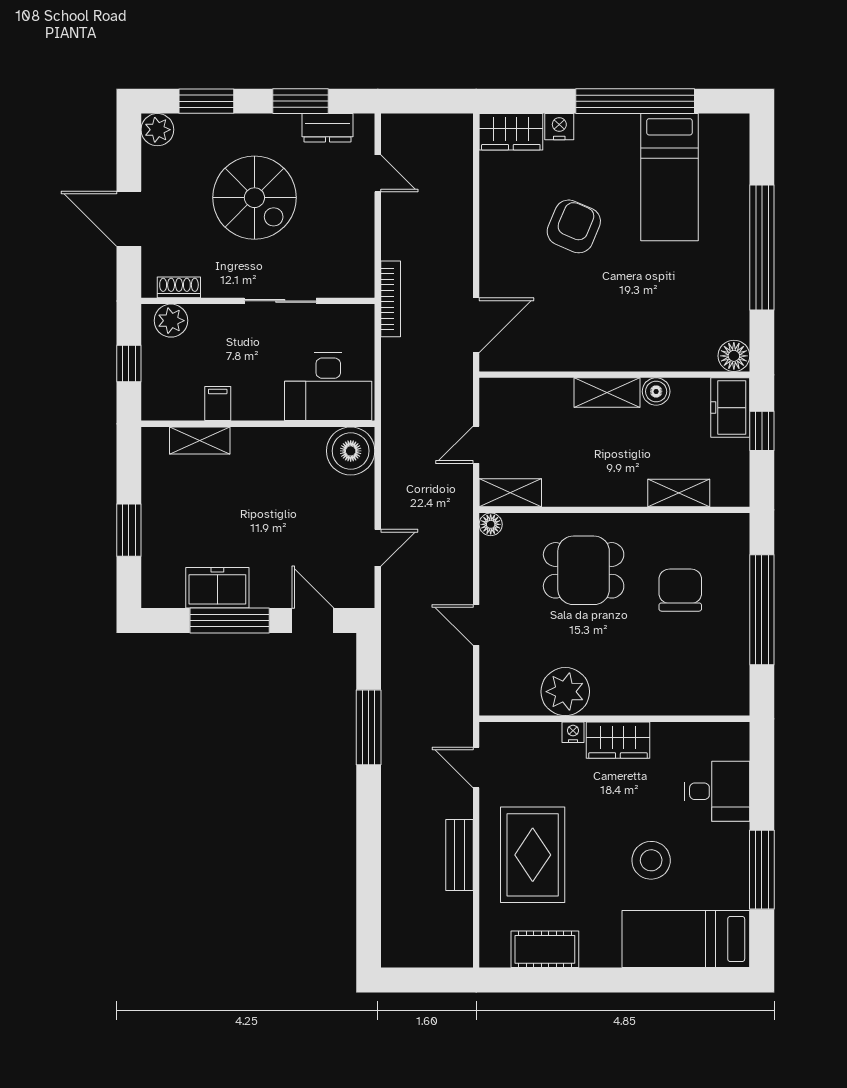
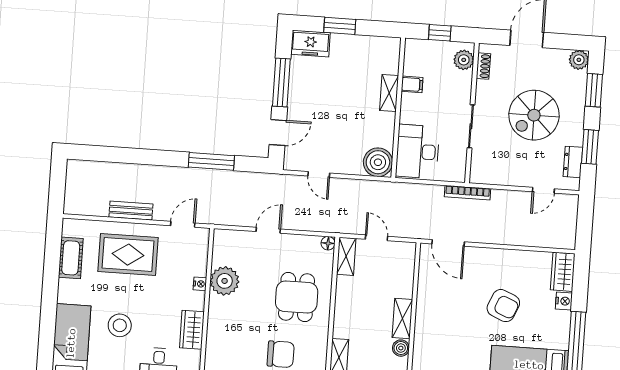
shelving: (200, 440) -> (389, 93), moved
freezer: (217, 588) -> (311, 44), moved, turned 90
wardrobe: (618, 740) -> (192, 330), moved

